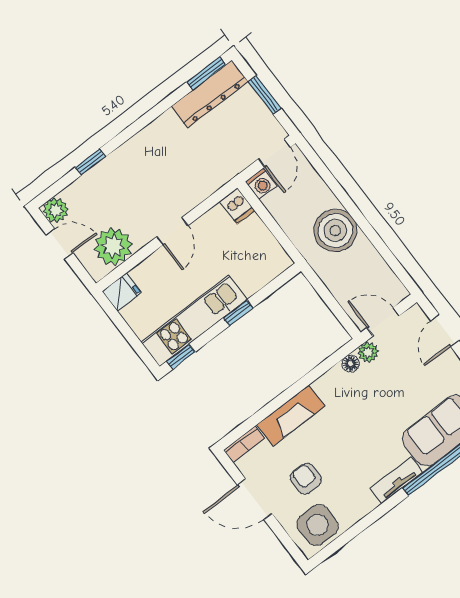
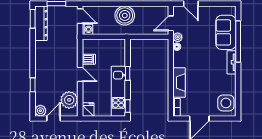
dishwasher: (237, 206) -> (89, 59), moved
armchair: (306, 479) -> (206, 94), removed

